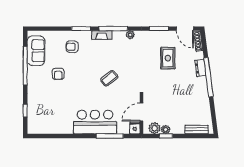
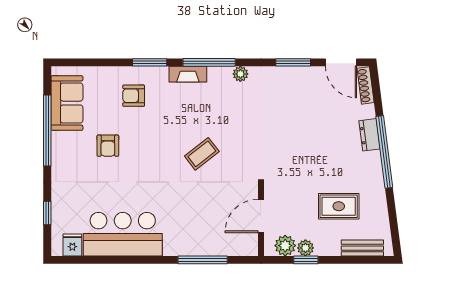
rug: (168, 58) -> (339, 206), moved, turned 90
bar counter: (95, 122) -> (123, 234), moved
fridge: (135, 128) -> (72, 245), moved

